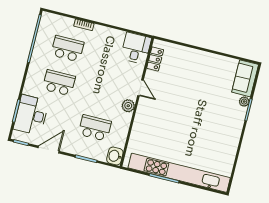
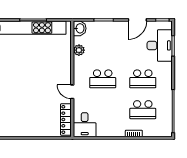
locker: (155, 59) -> (66, 119), width x1.53
plant: (128, 106) -> (79, 50), moved
school desk: (95, 128) -> (103, 79), moved

